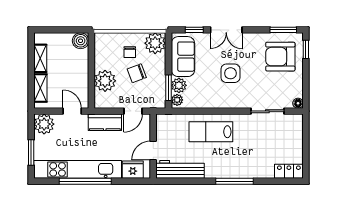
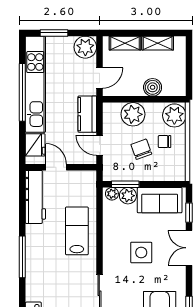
boiler: (81, 41) -> (153, 87), moved
plant: (155, 43) -> (174, 115), moved

